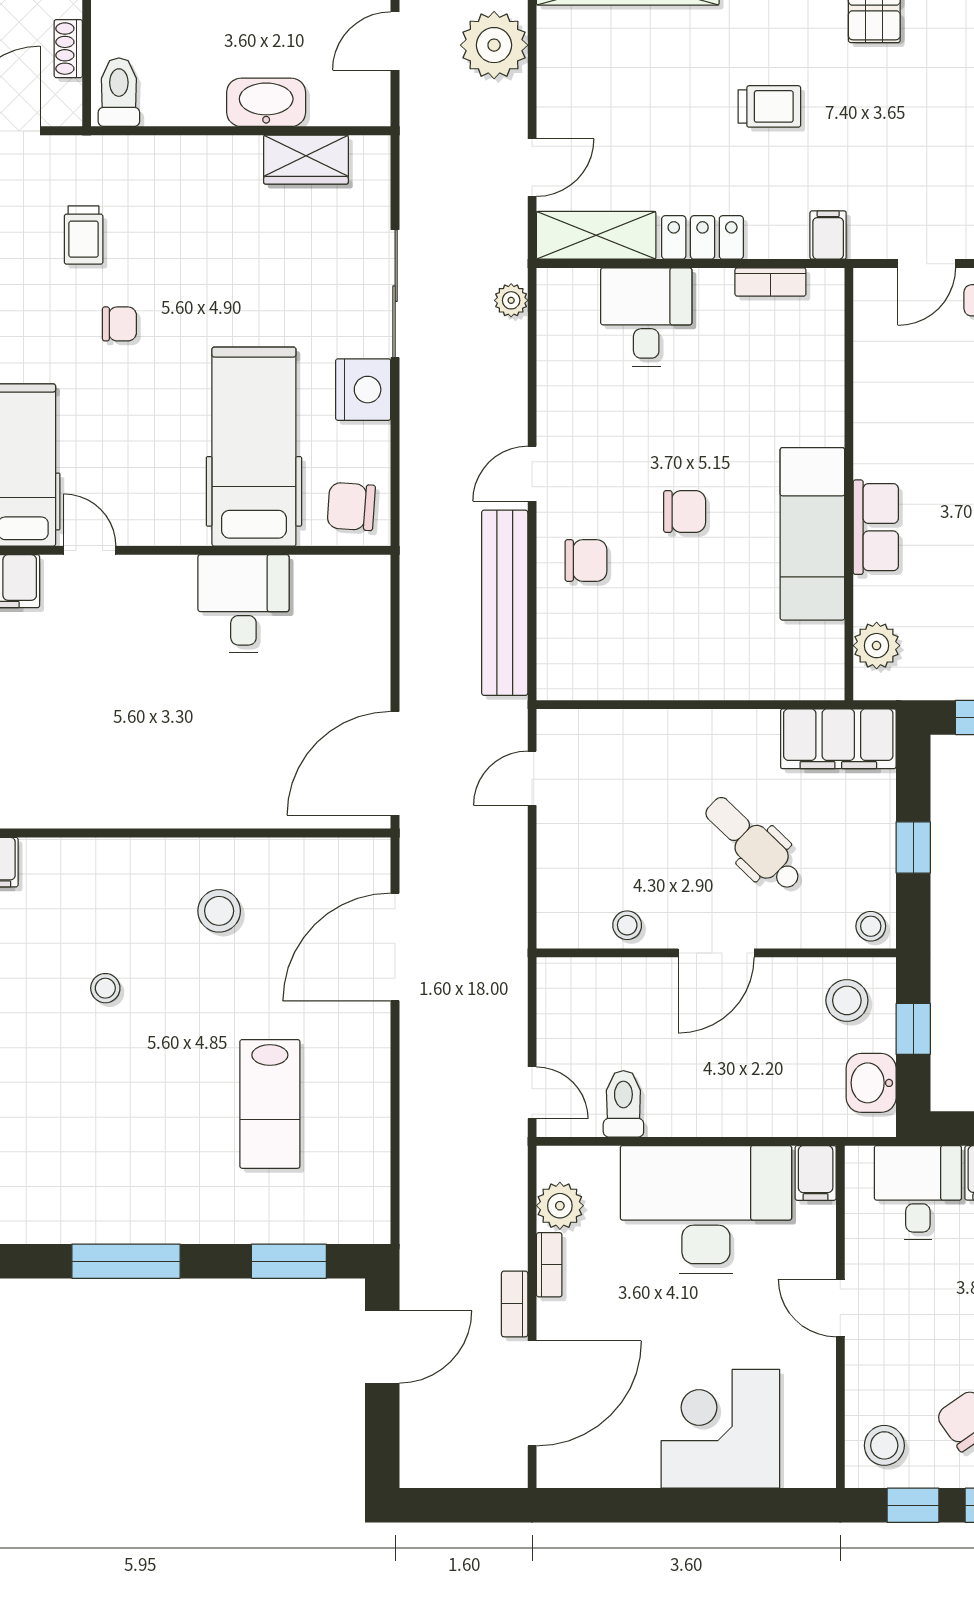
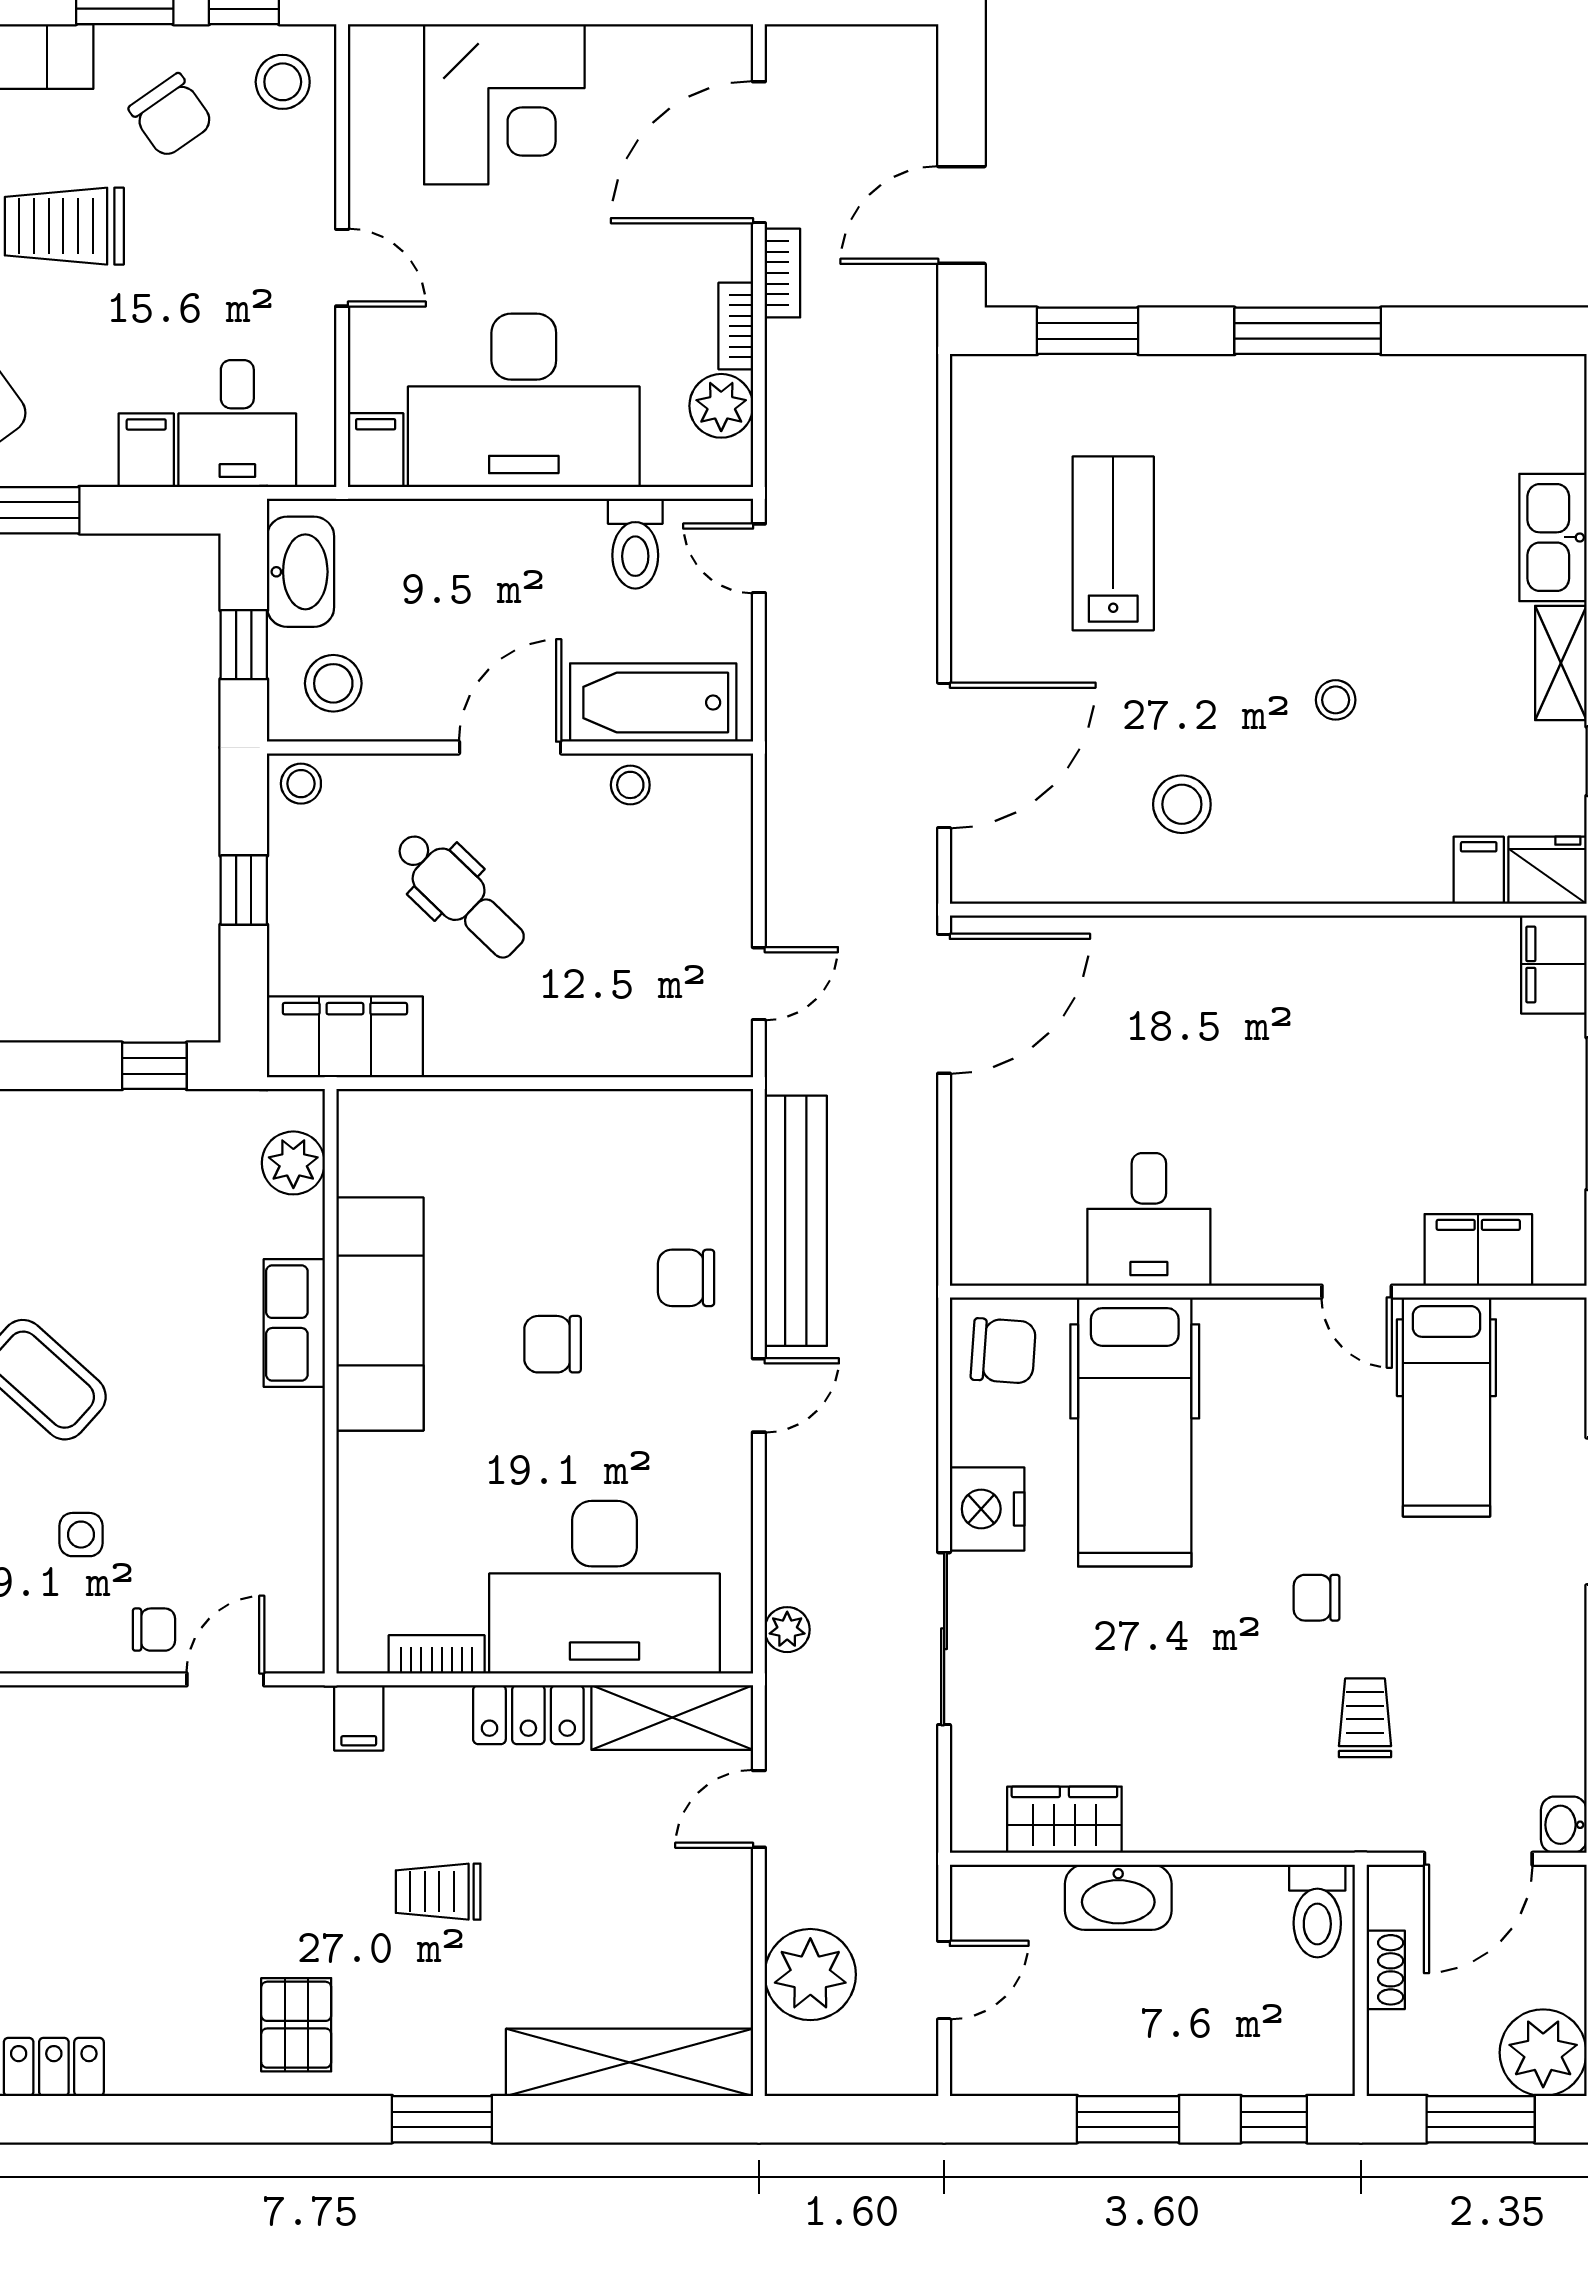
desk: (646, 317) -> (605, 1587), width x1.87, depth x1.30
bathtub: (610, 986) -> (653, 703), added
washbasin: (871, 1083) -> (301, 572), width x1.38

